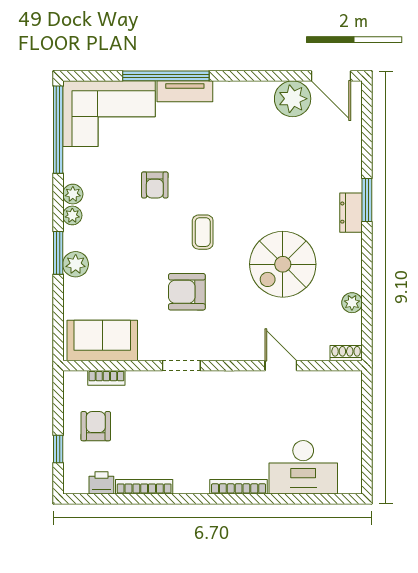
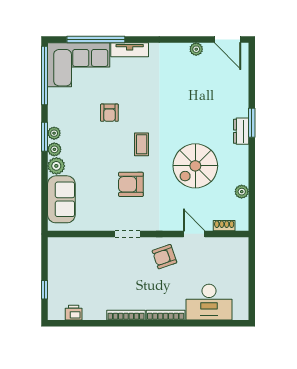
window: (166, 76) -> (96, 40), moved
plant: (293, 99) -> (196, 49), width x0.53, depth x0.53
plant: (73, 194) -> (54, 149), moved
window: (58, 253) -> (45, 137), moved
sofa: (102, 341) -> (61, 199), moved, turned 90
shoe rack: (346, 353) -> (224, 226), moved
bookcase: (106, 378) -> (77, 242), removed
armchair: (96, 426) -> (164, 257), moved, turned -109
bookcase: (144, 487) -> (126, 315), moved

